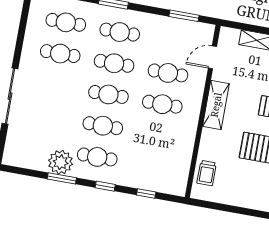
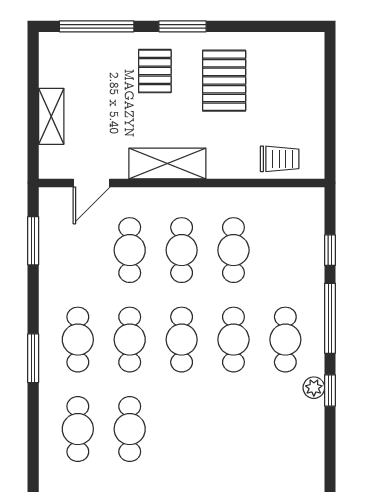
door: (212, 57) -> (92, 183), hinge flipped
cafe table: (157, 135) -> (233, 250), added
plant: (61, 162) -> (314, 388), width x0.53, depth x0.53
window: (62, 178) -> (330, 390), width x0.67
window: (105, 186) -> (330, 318), width x2.17

